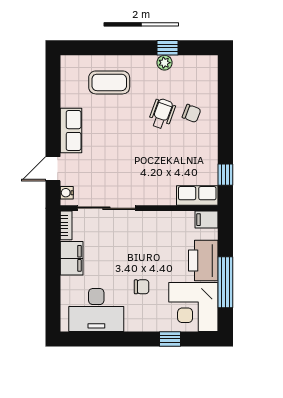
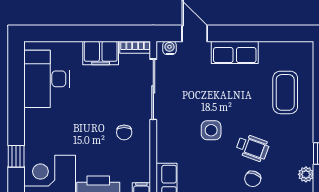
plant: (165, 63) -> (306, 174), moved
side table: (145, 153) -> (211, 130), added
chair: (142, 287) -> (124, 132), moved

